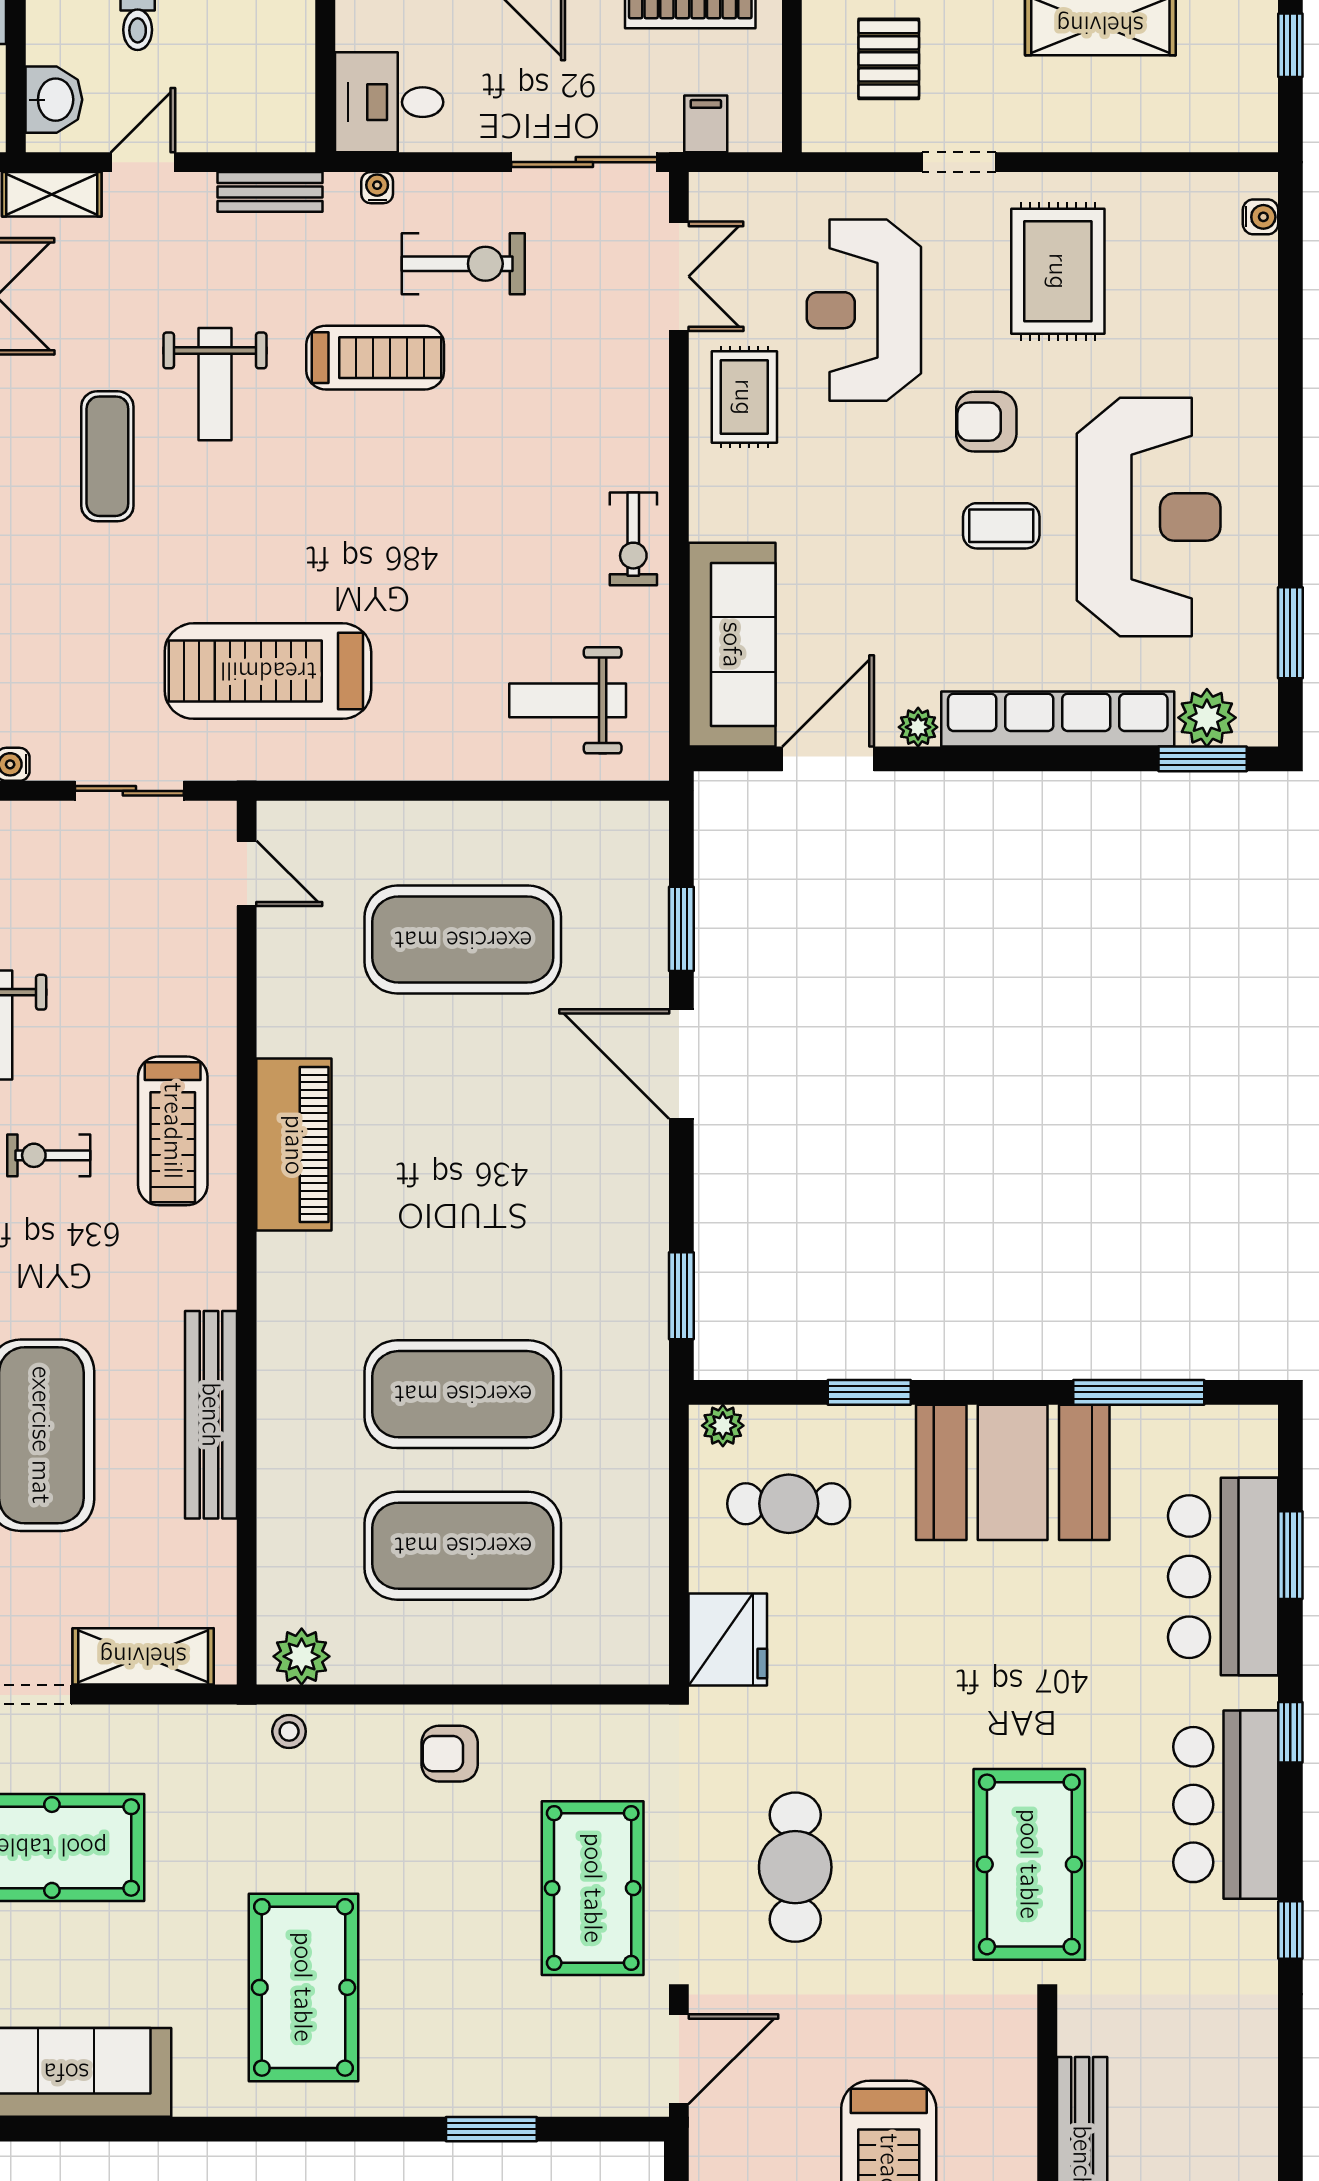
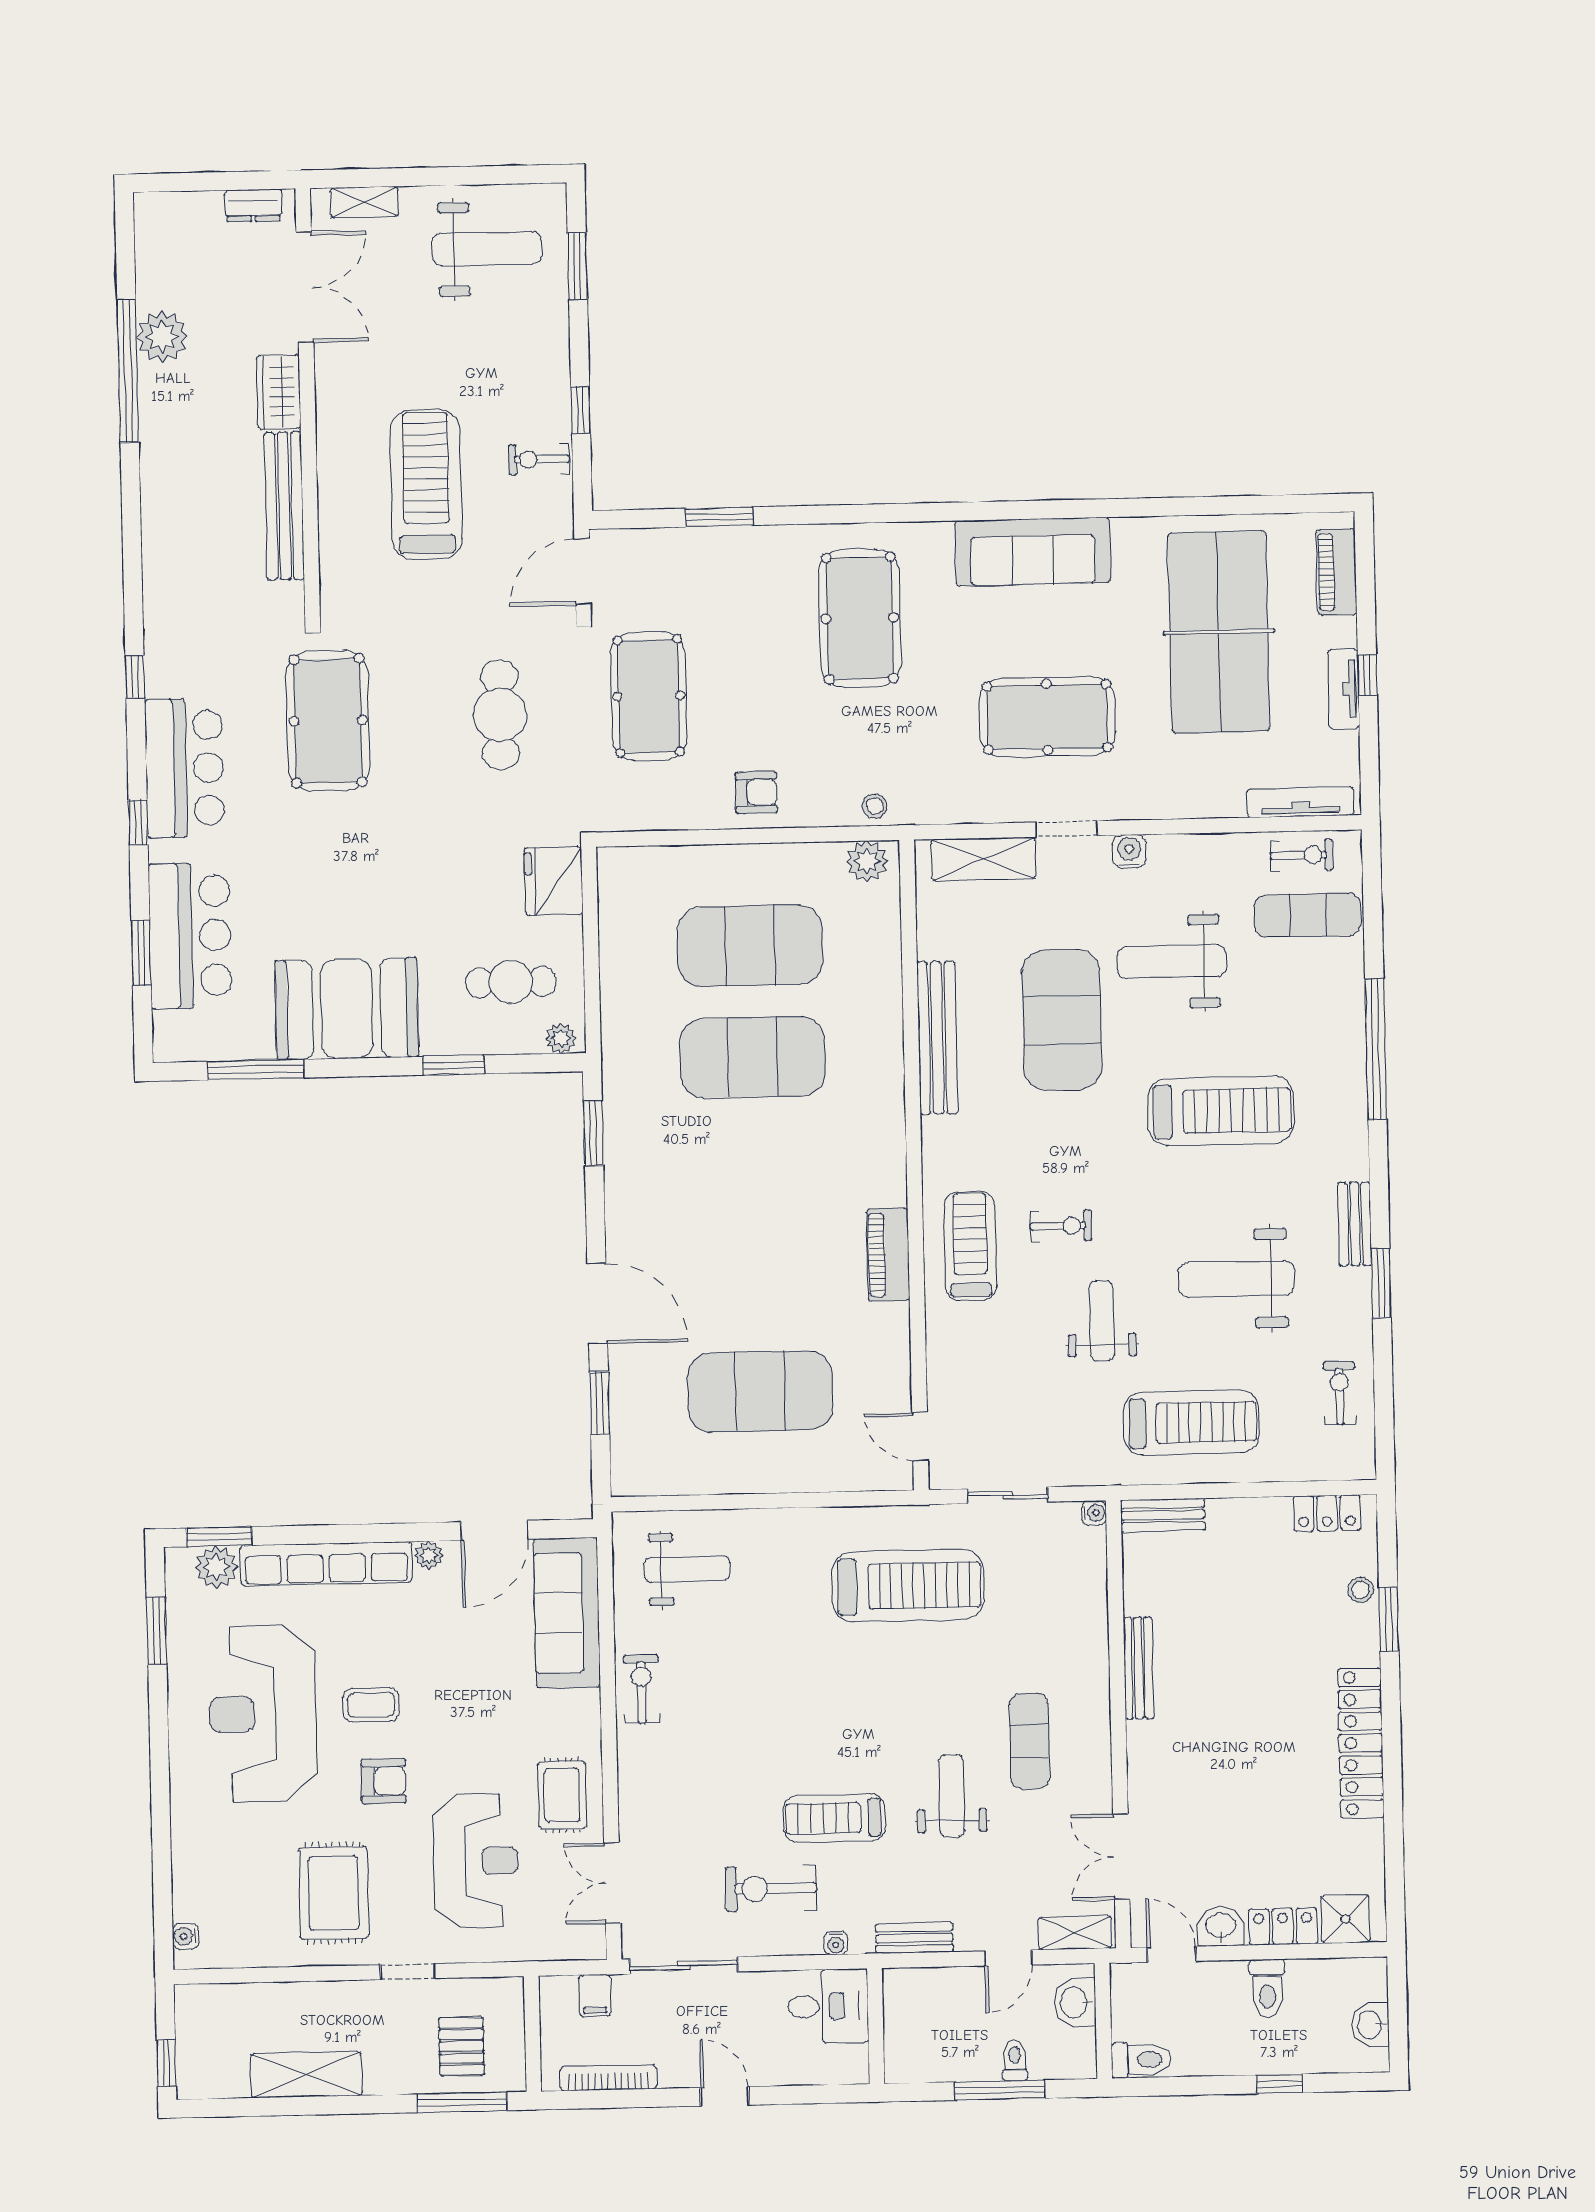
piano: (294, 1145) -> (888, 1255), width x0.73, depth x0.75

